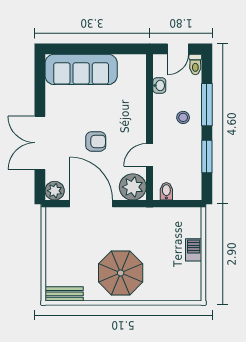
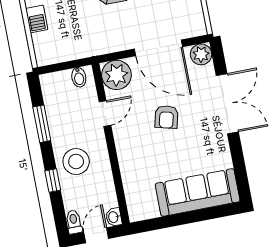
washbasin: (159, 85) -> (114, 217), moved
window: (207, 105) -> (53, 181), width x0.46
stool: (183, 117) -> (76, 162), width x1.89, depth x1.89
armchair: (96, 141) -> (166, 117), turned -76

